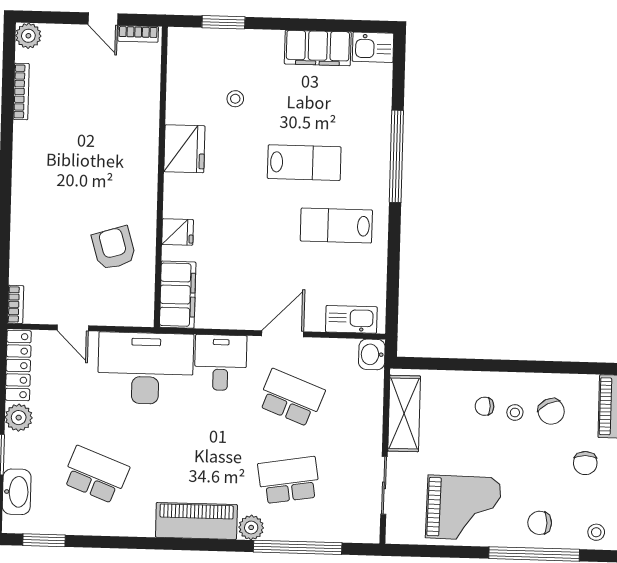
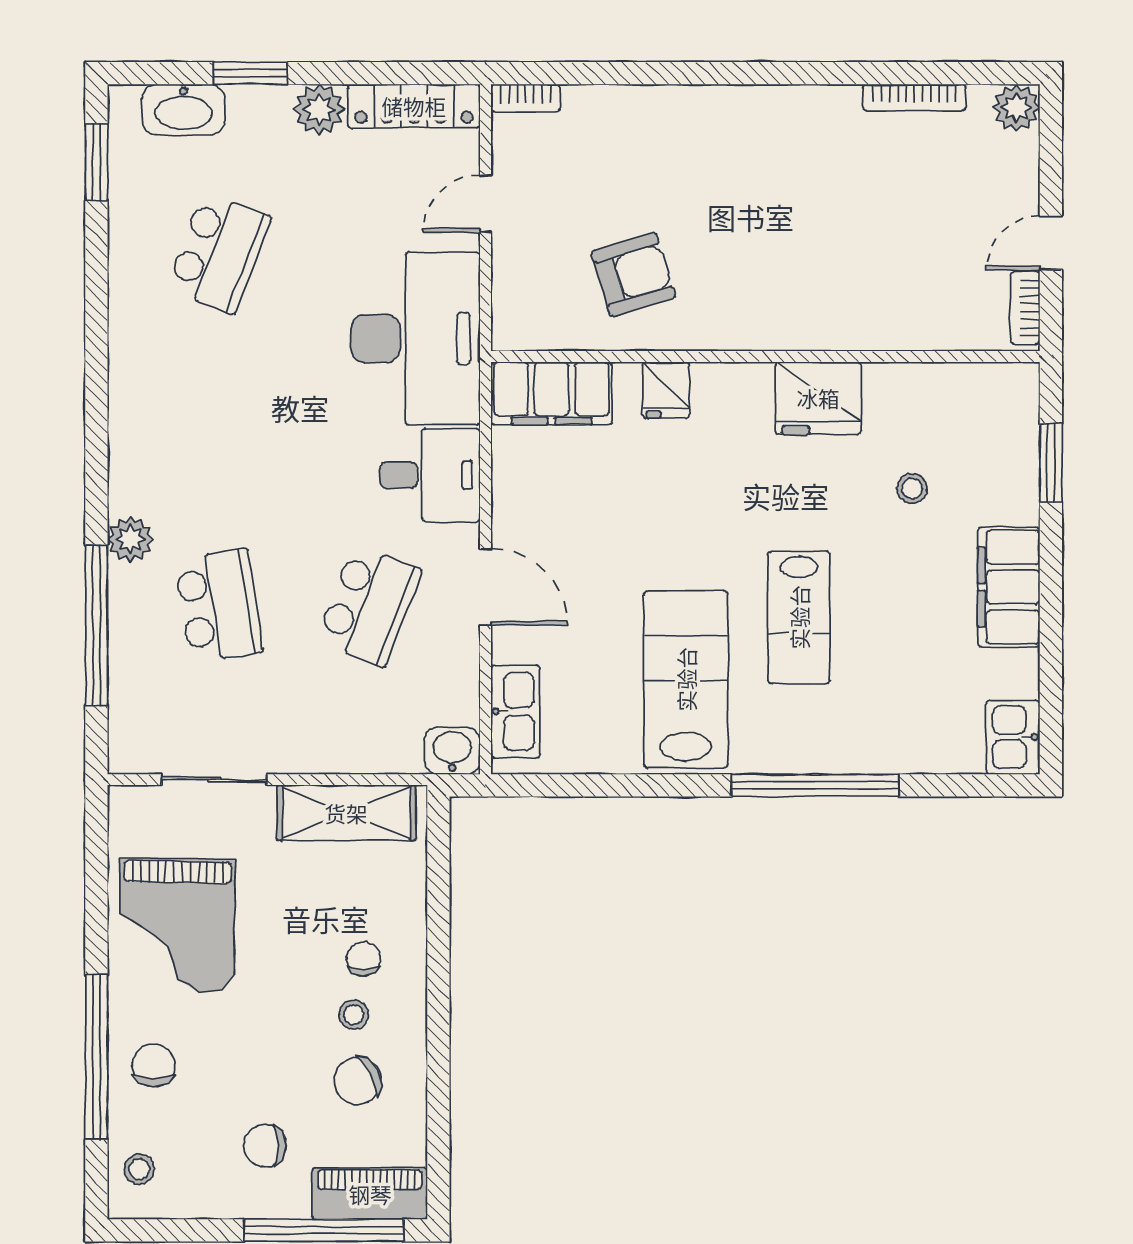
filing cabinet: (318, 48) -> (1009, 587), moved
lab bench: (336, 225) -> (686, 679), width x1.36, depth x1.39
piano: (196, 521) -> (140, 439), removed

